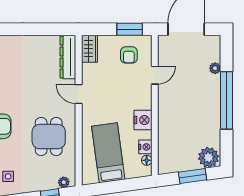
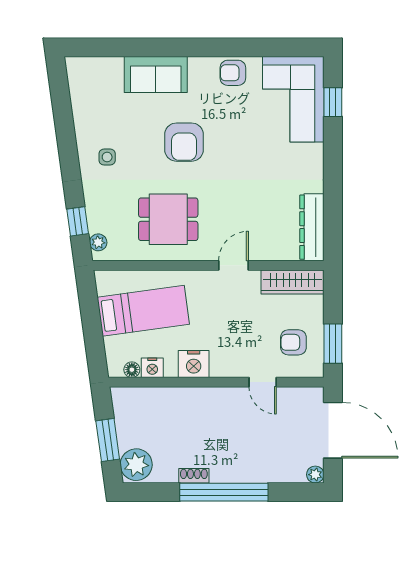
wardrobe: (89, 49) -> (293, 282), width x1.50
dresser: (68, 57) -> (312, 227), moved, turned -90
plant: (215, 68) -> (315, 475), moved
shoe rack: (216, 120) -> (194, 476), added

